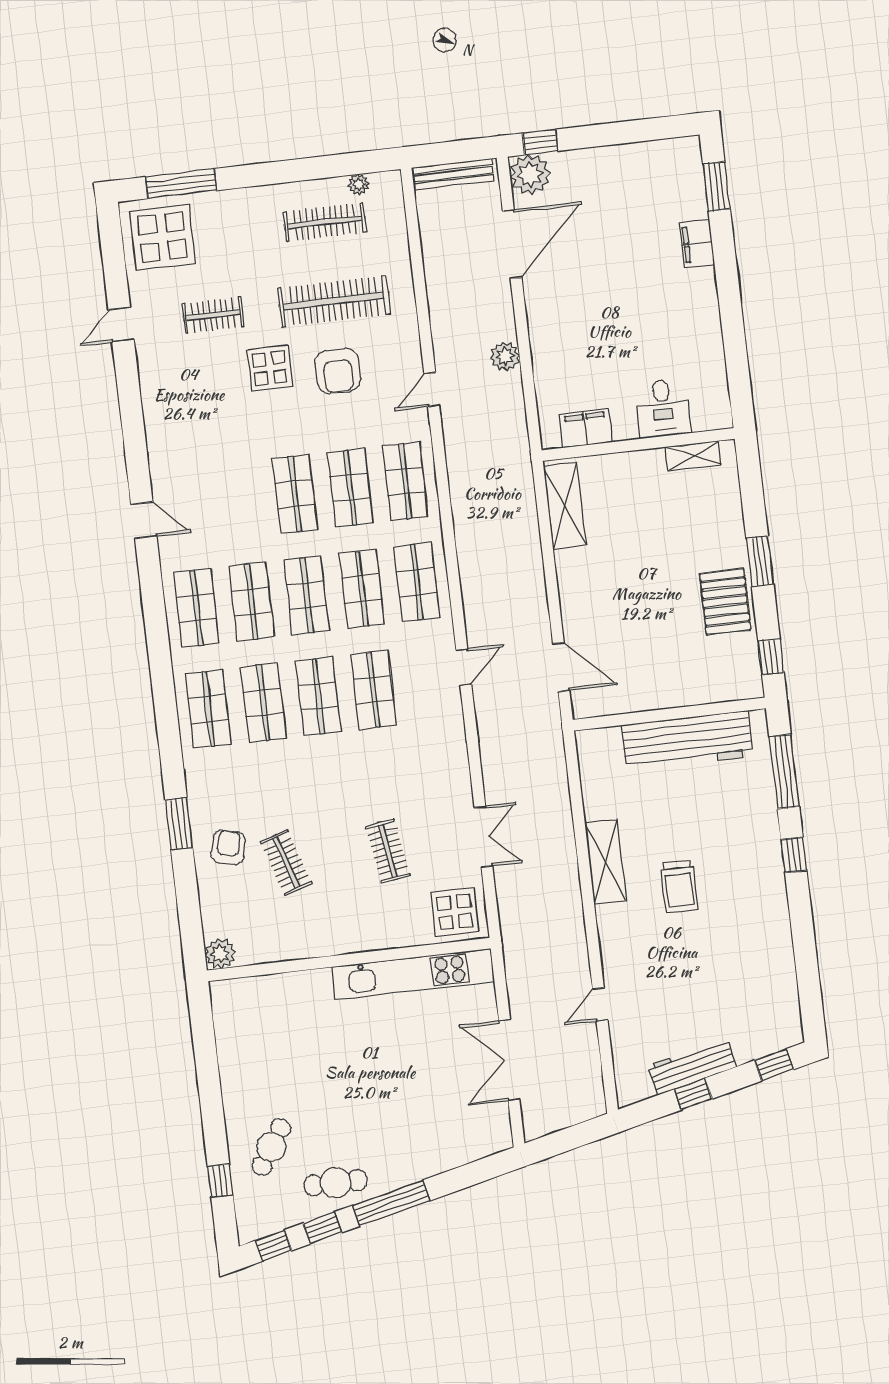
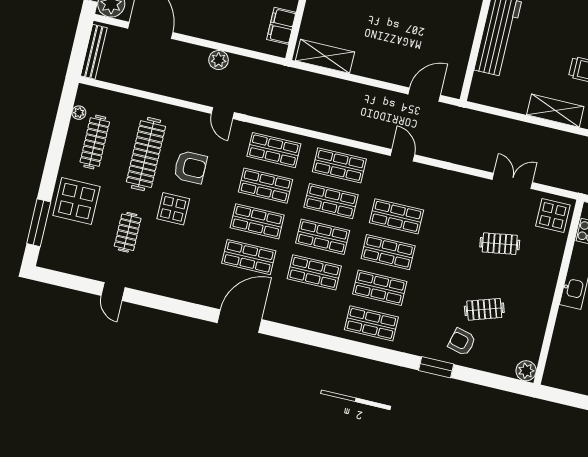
display table: (162, 237) -> (77, 201), moved
door: (144, 520) -> (240, 321), width x1.87
shop shelf: (196, 608) -> (249, 257), moved

